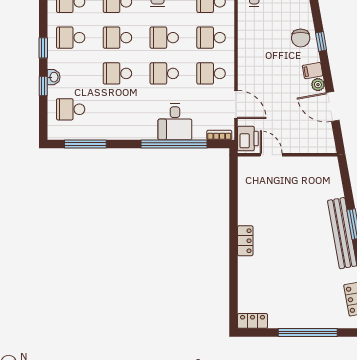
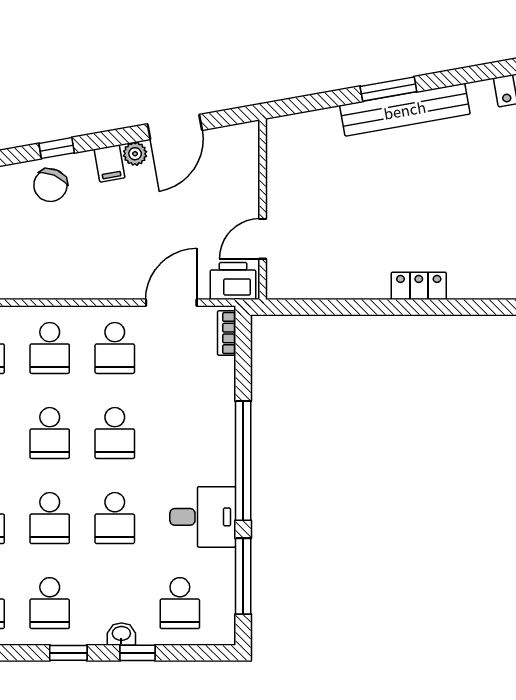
chair: (301, 38) -> (50, 185), turned 113
desk: (175, 122) -> (203, 517), moved
window: (174, 144) -> (243, 461), moved

